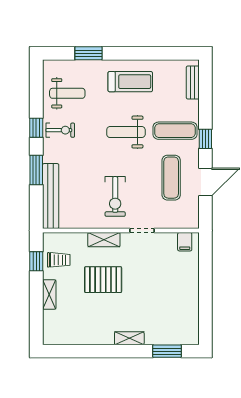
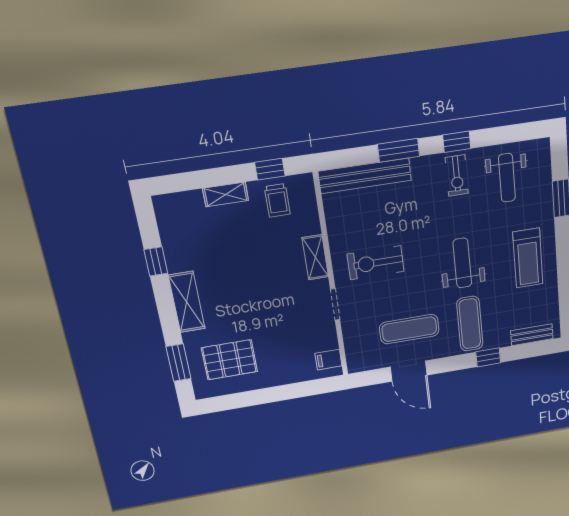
window: (205, 139) -> (488, 357), moved
pallet: (103, 280) -> (230, 360), moved, turned 90
shelving: (129, 338) -> (187, 302), width x1.50, depth x1.33
window: (89, 351) -> (156, 262), added

